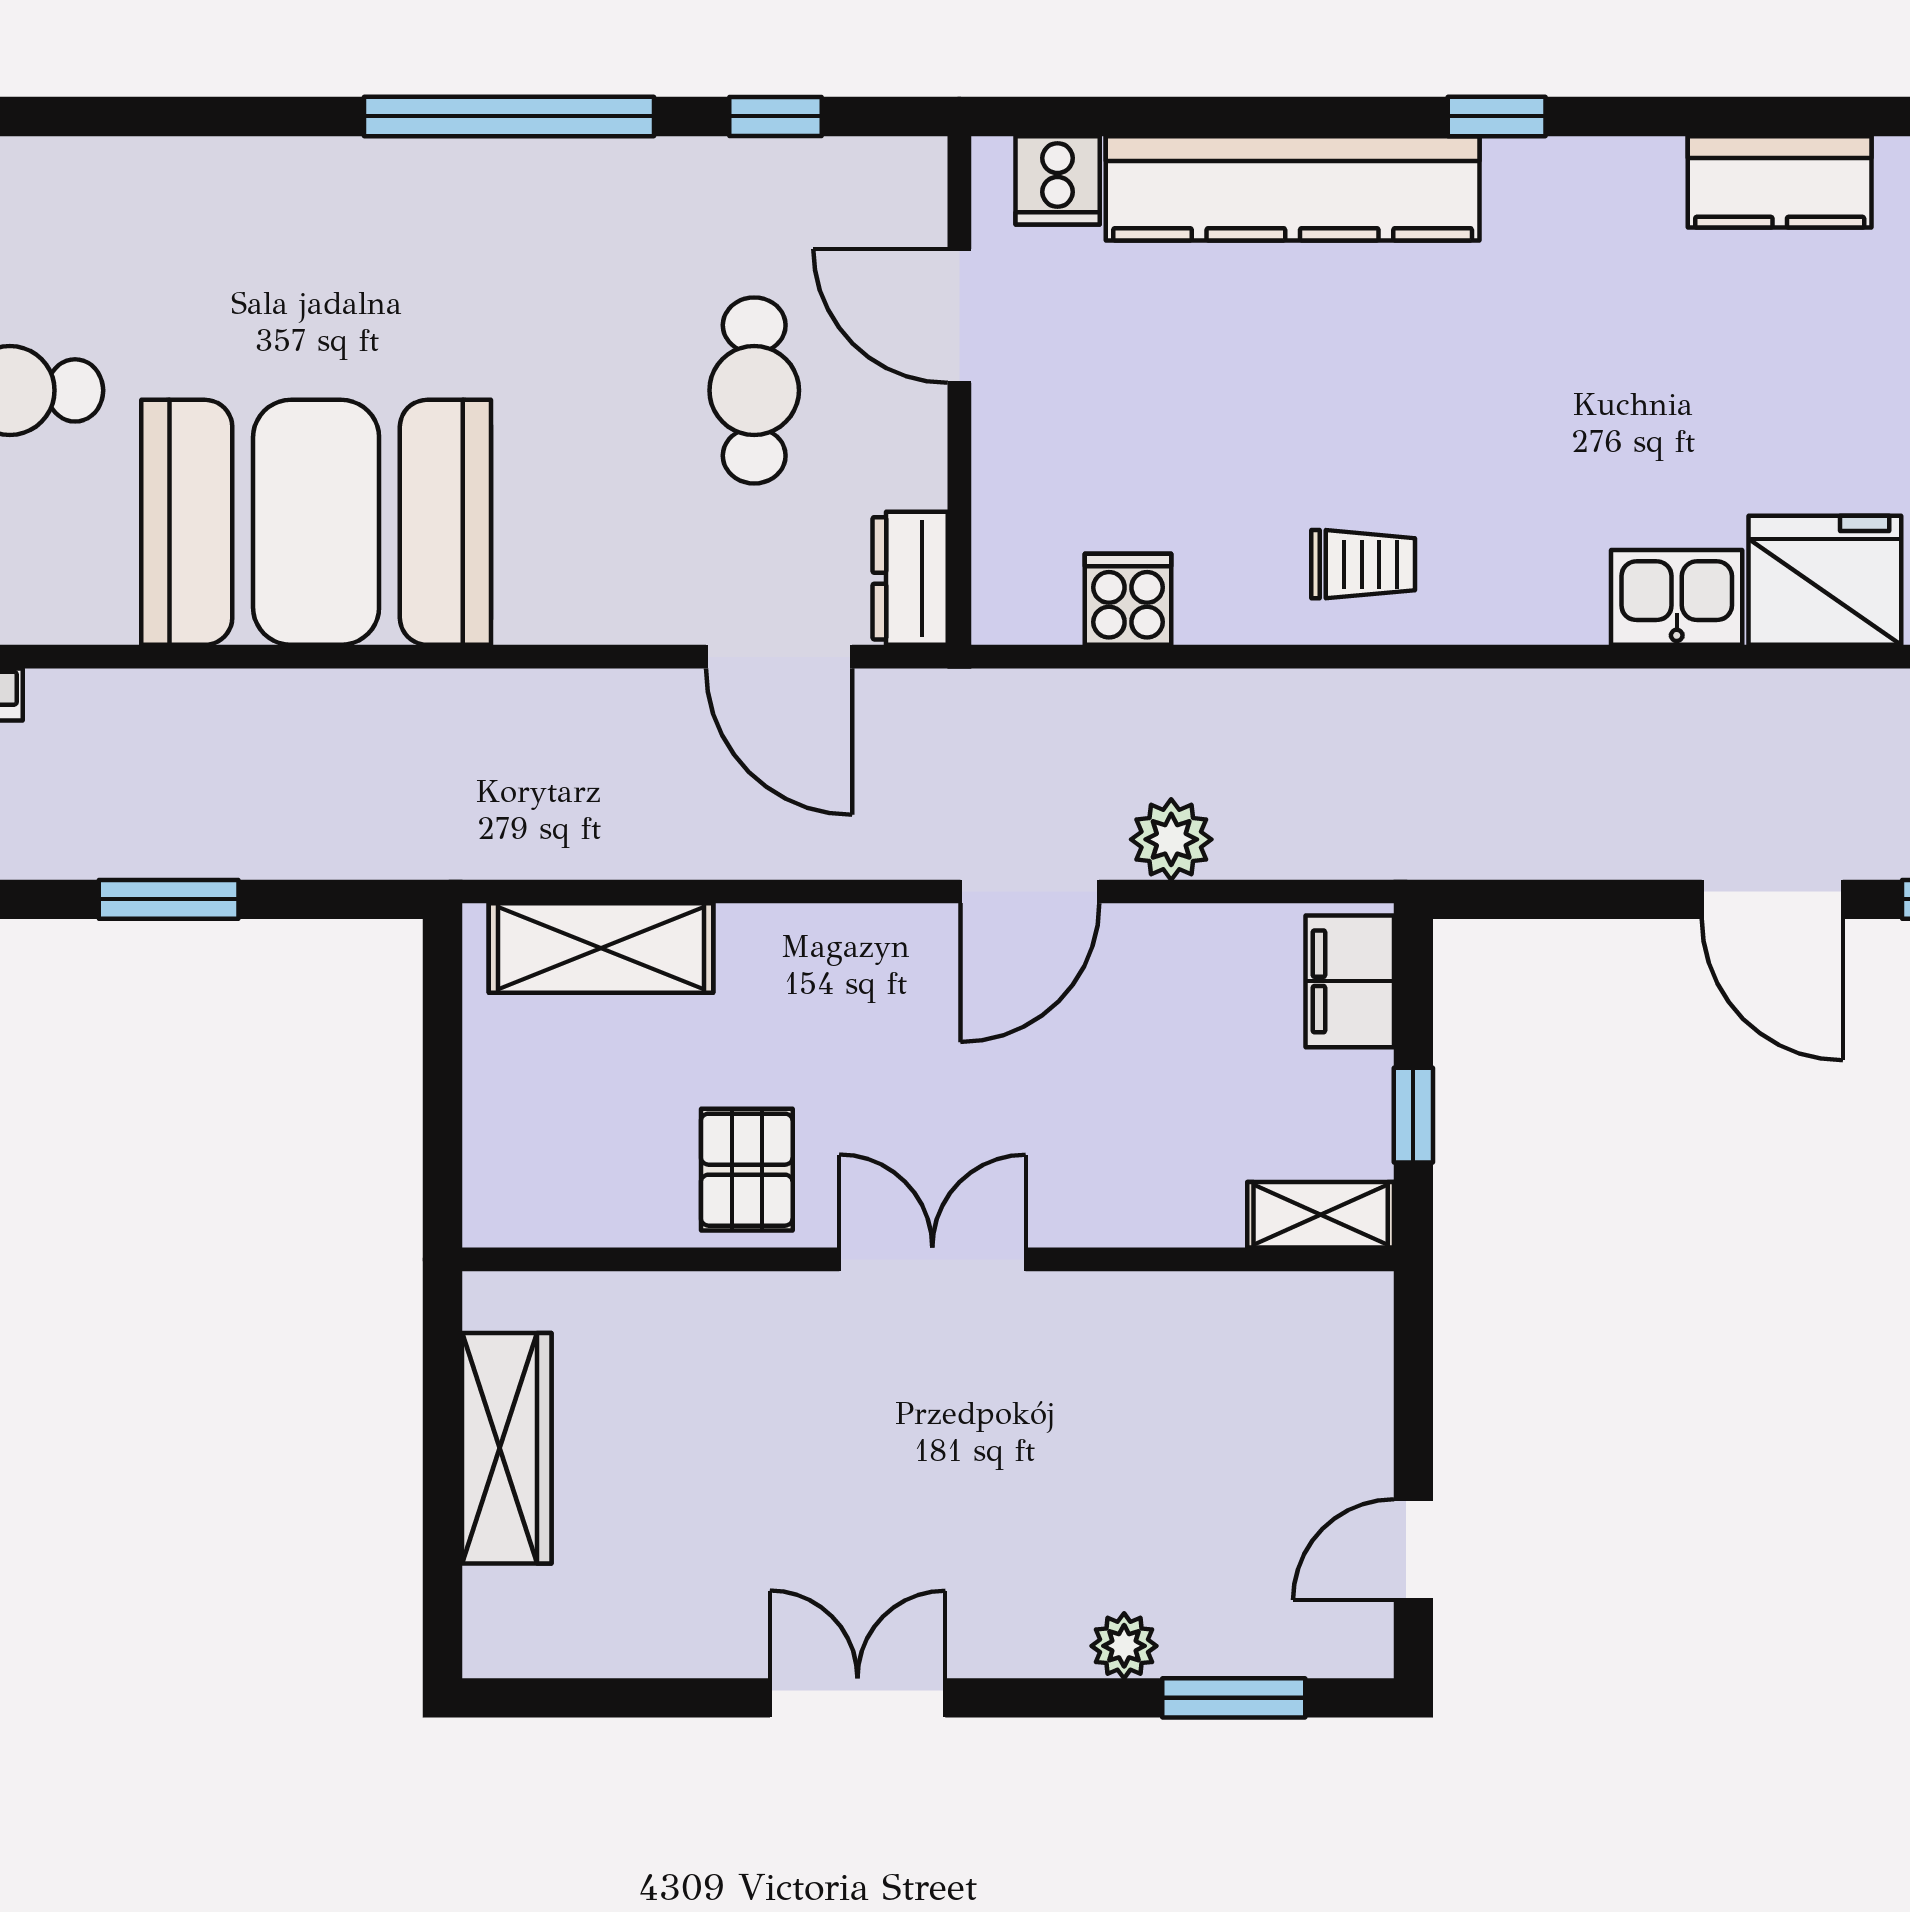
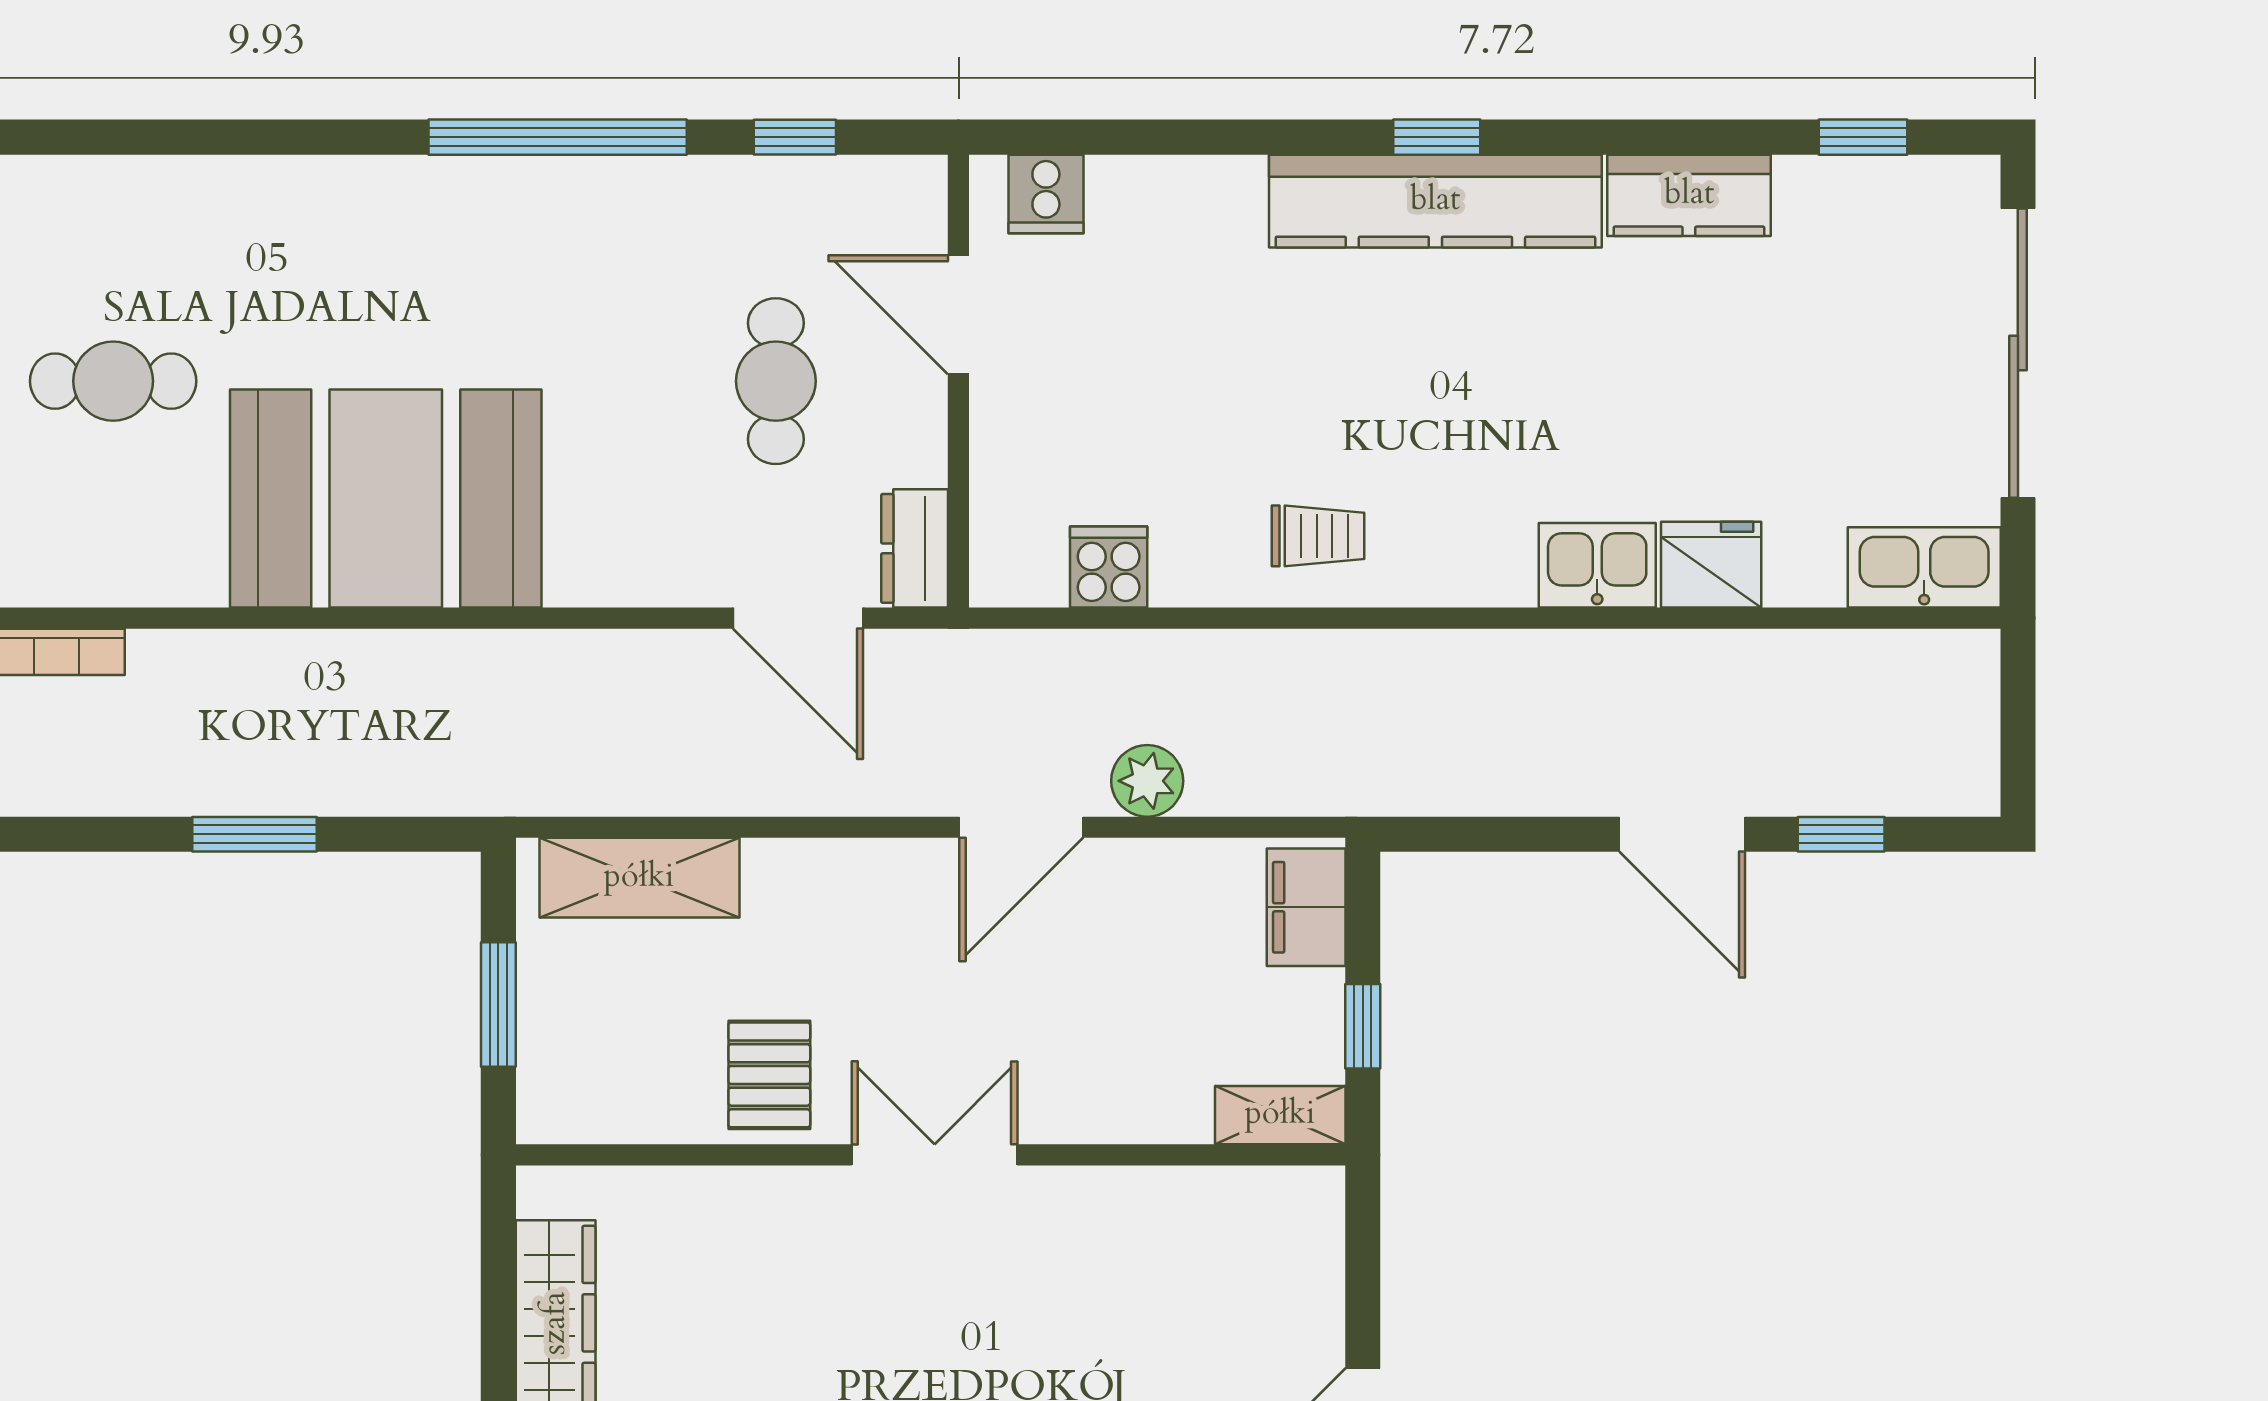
kitchen counter: (1293, 188) -> (1435, 201), moved
fridge: (1825, 580) -> (1711, 565), width x0.73, depth x0.75
window: (443, 1091) -> (498, 1005), added

